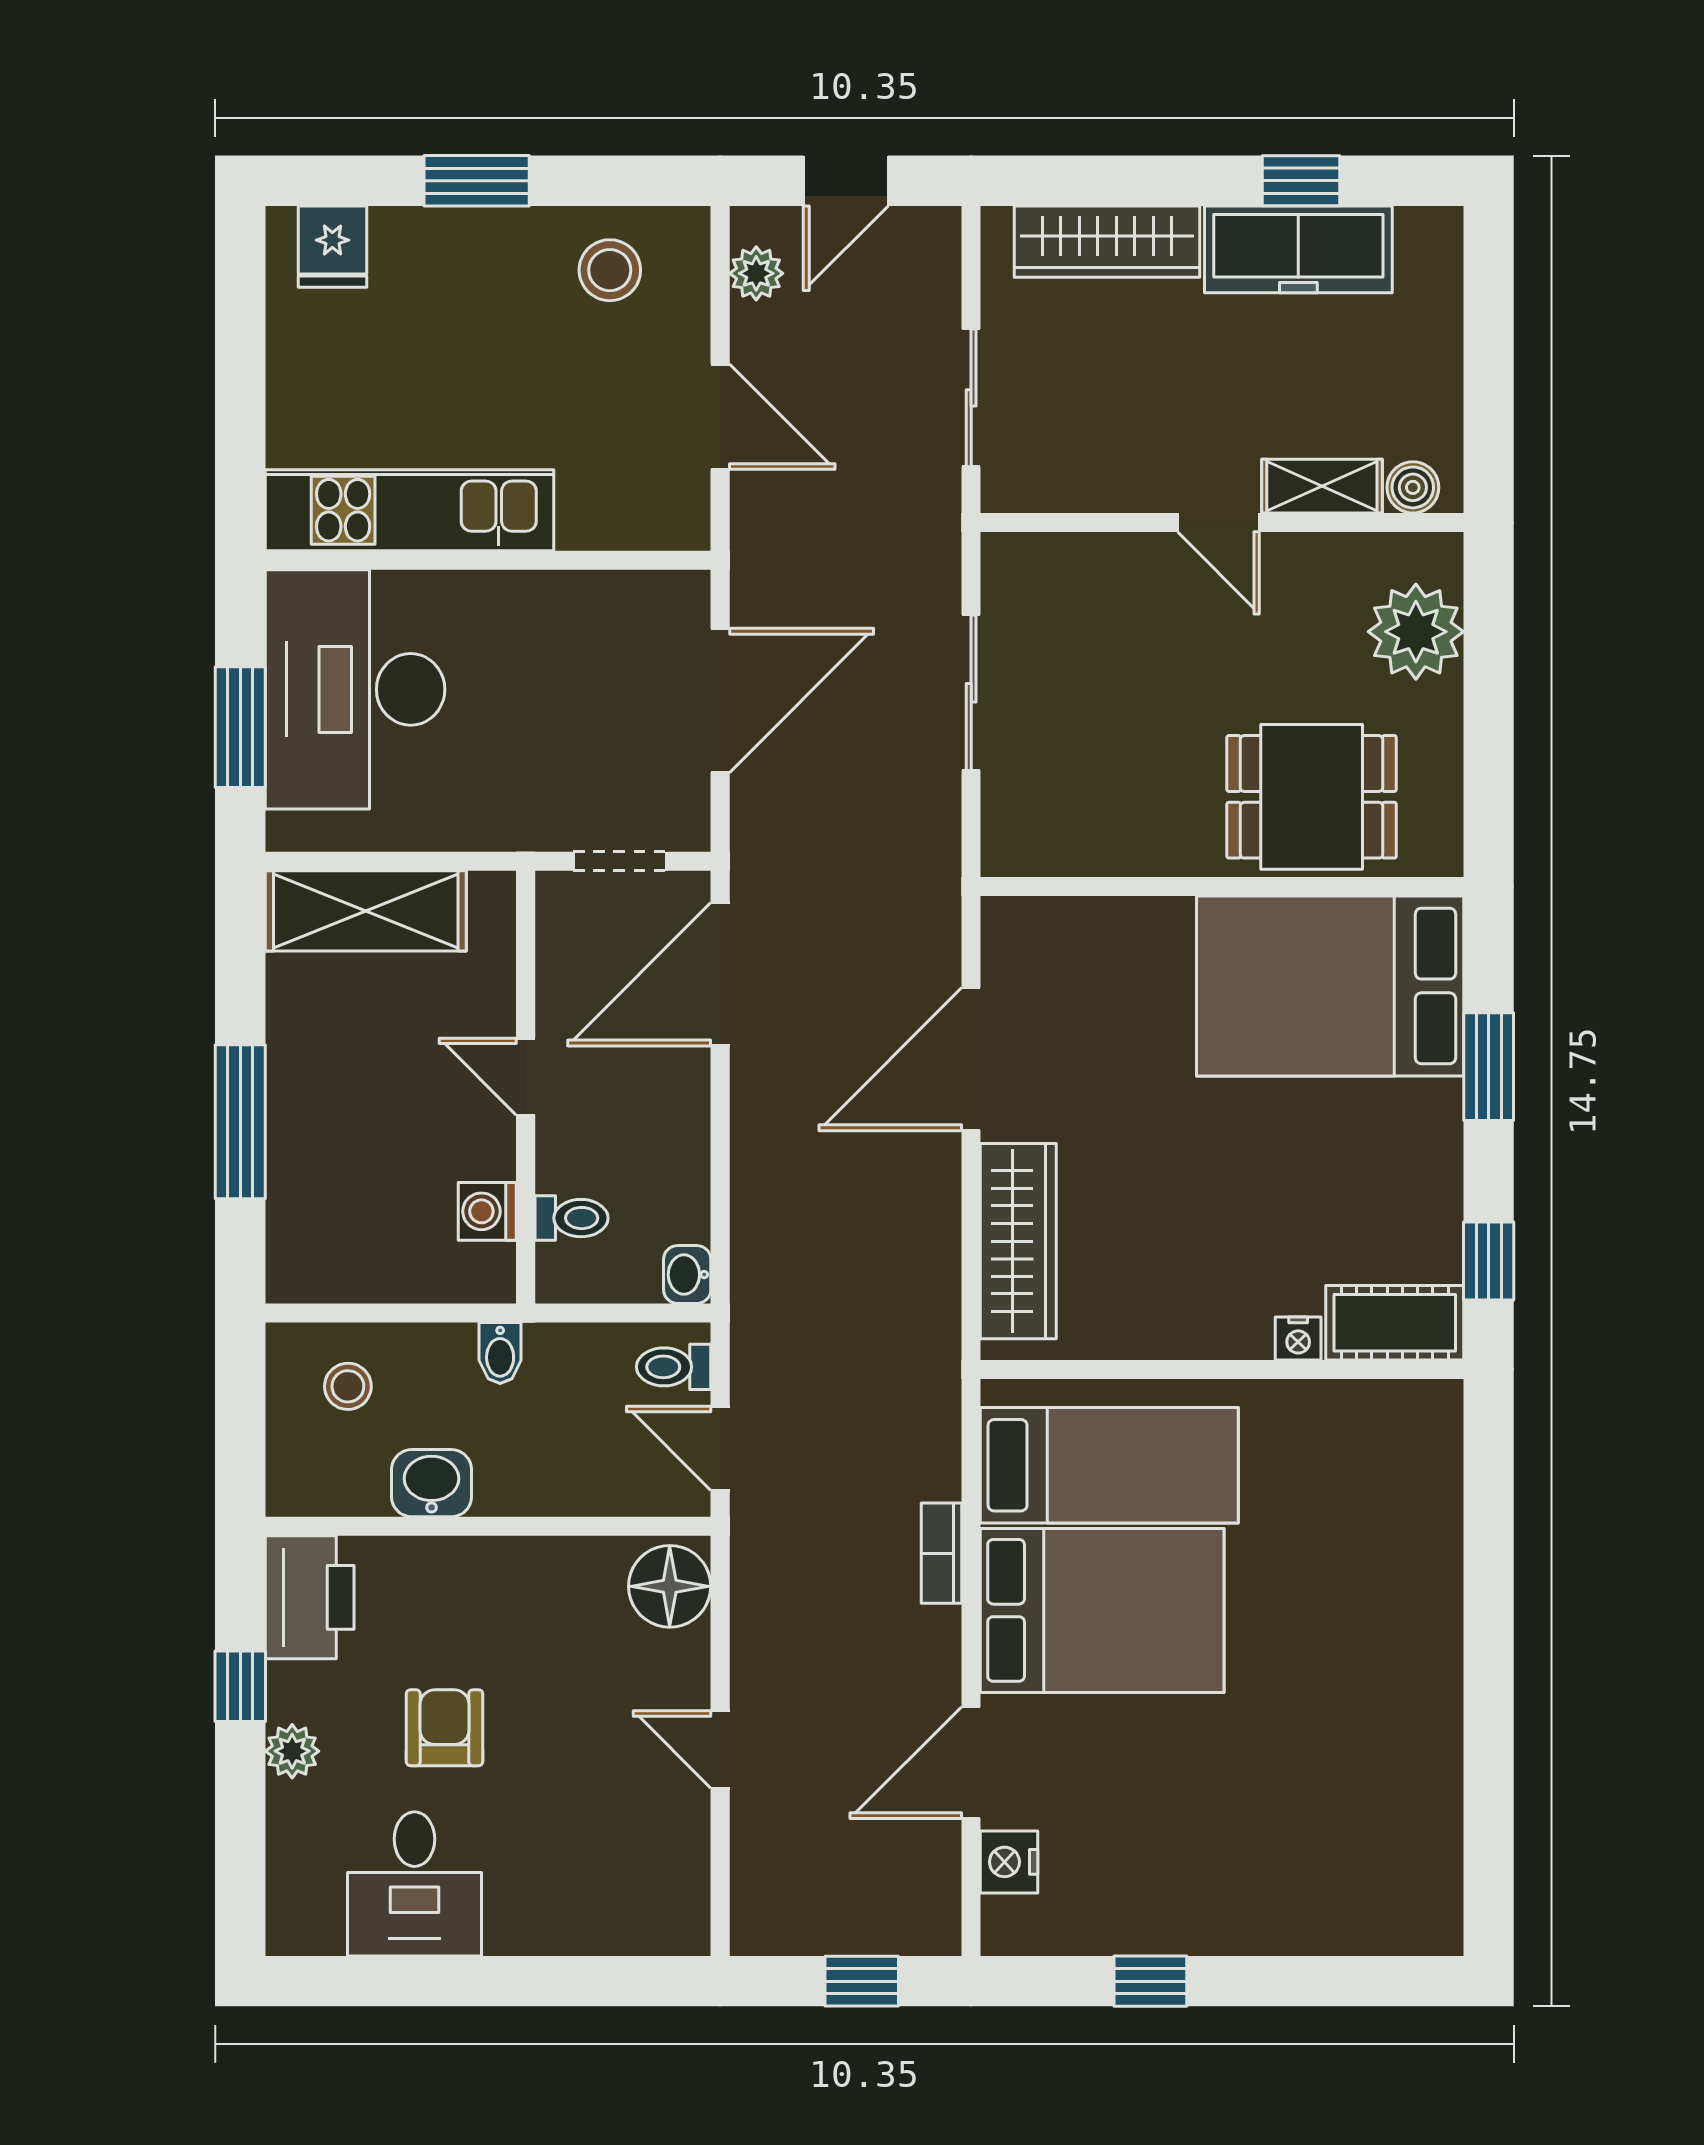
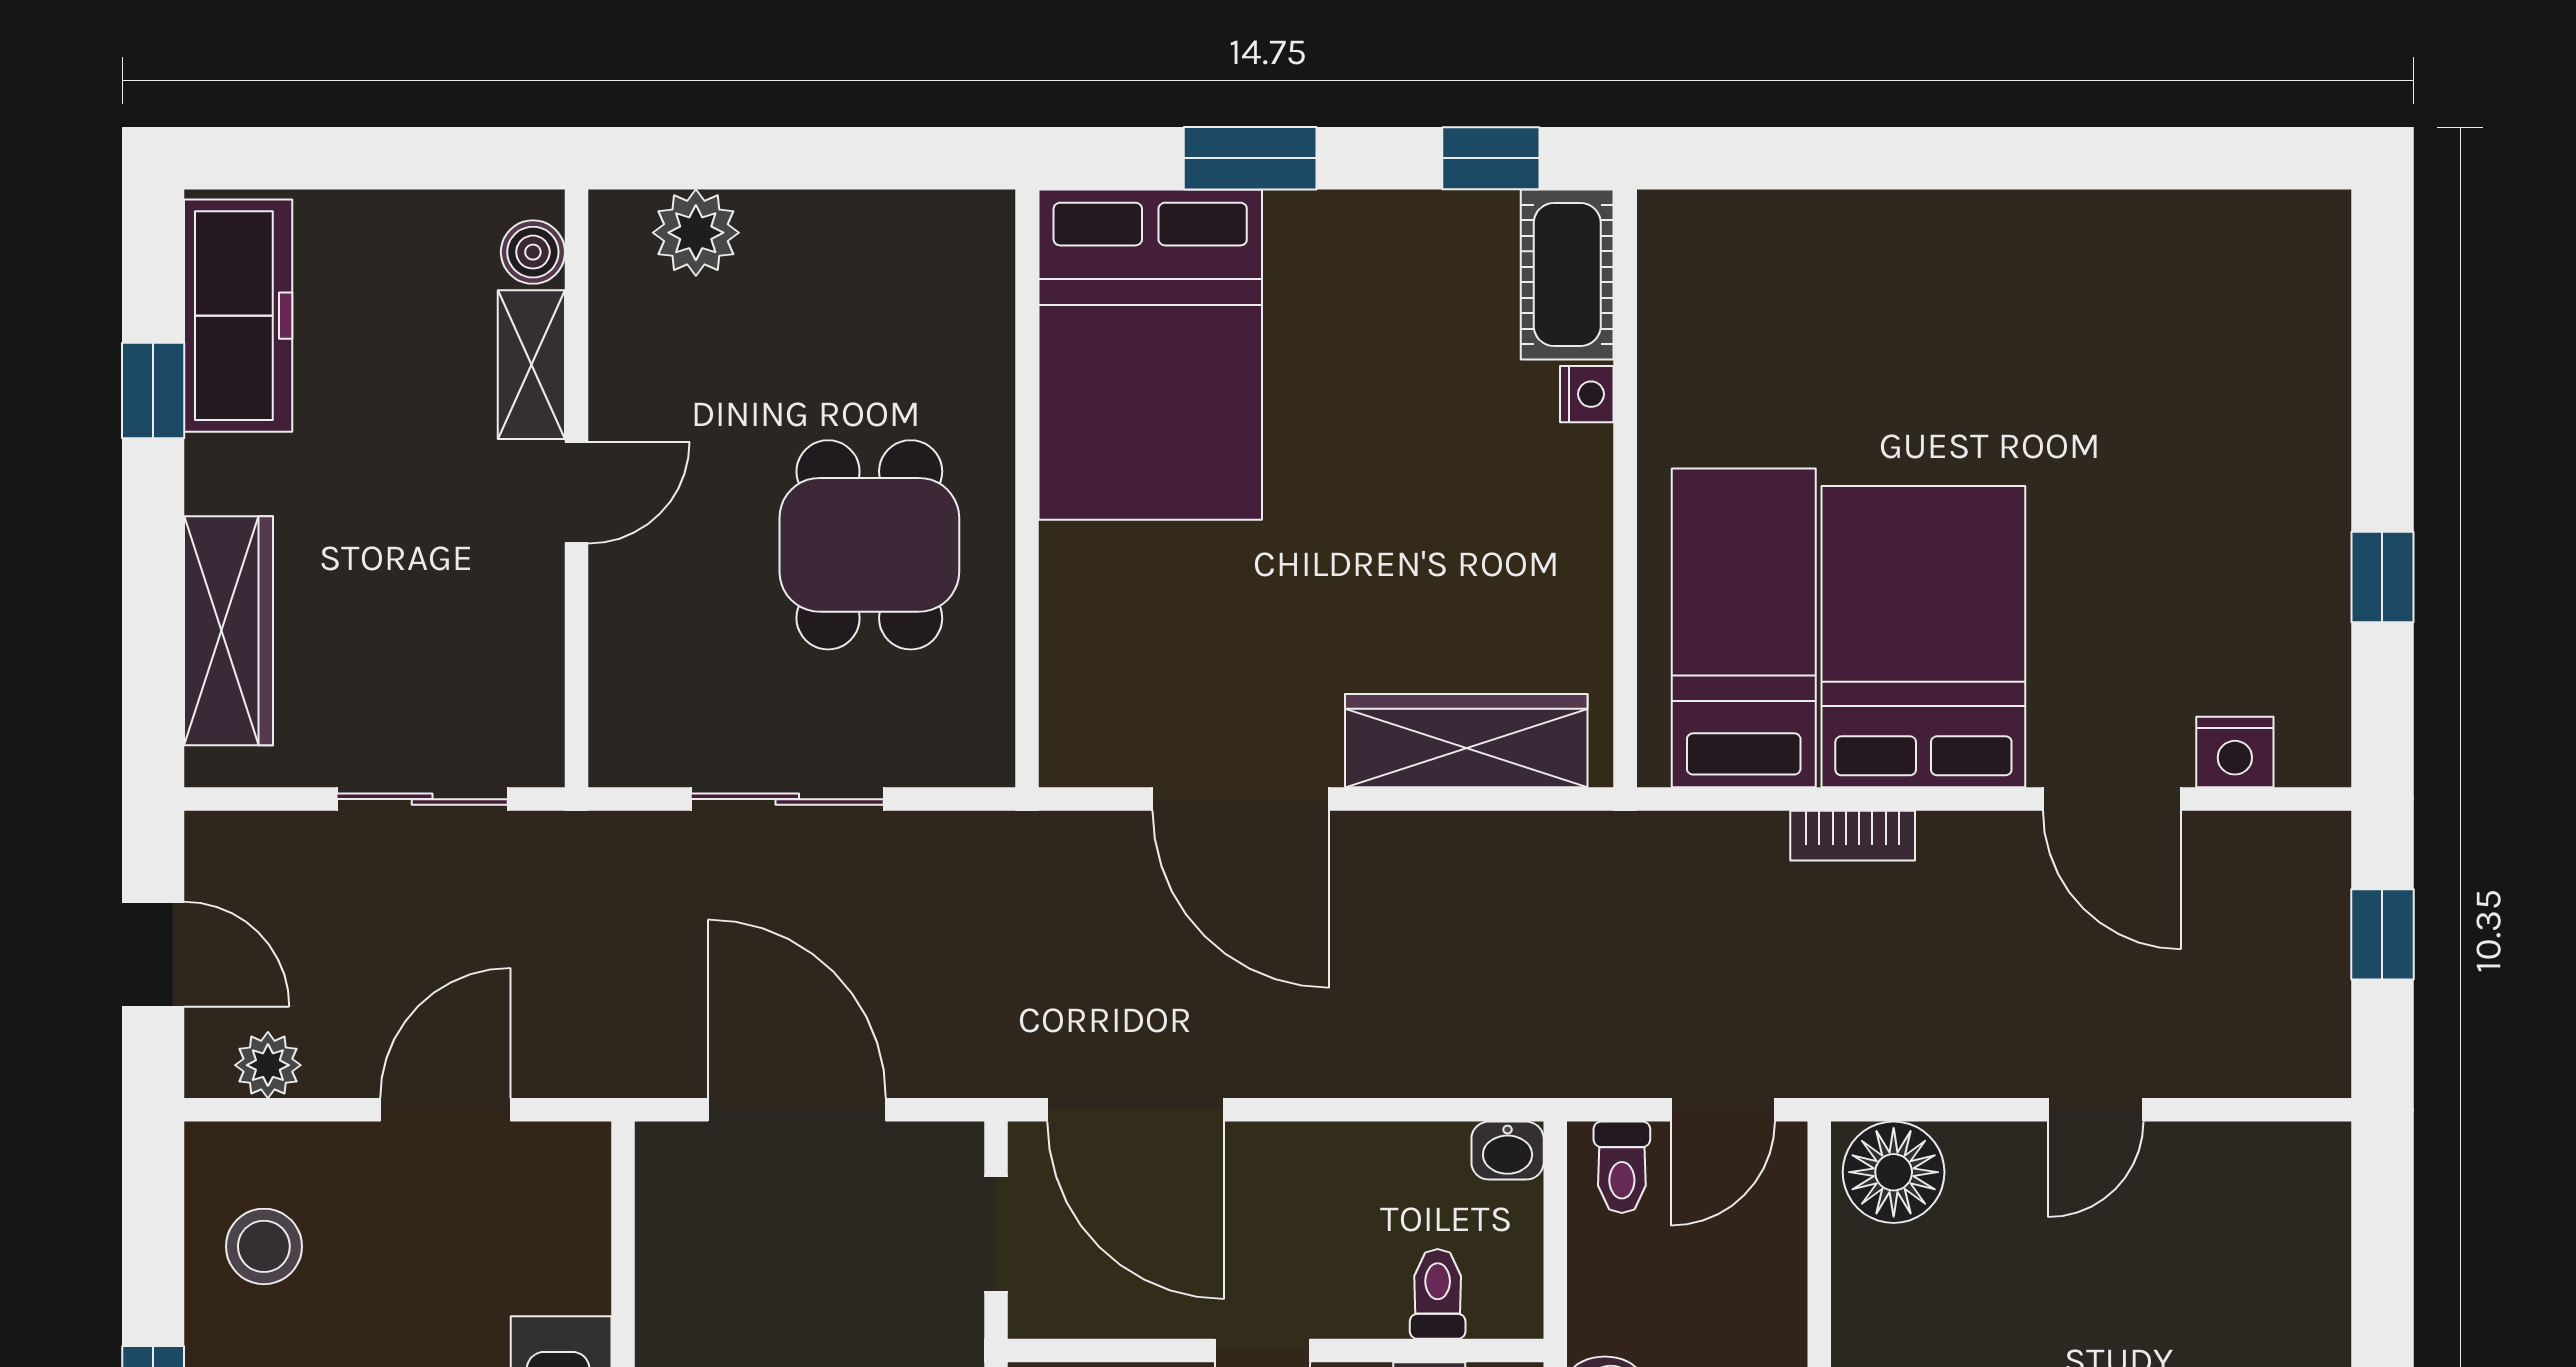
freezer: (1298, 249) -> (238, 316), moved
plant: (1416, 632) -> (696, 233), width x0.73, depth x0.73
dining table: (1312, 797) -> (869, 545), moved

